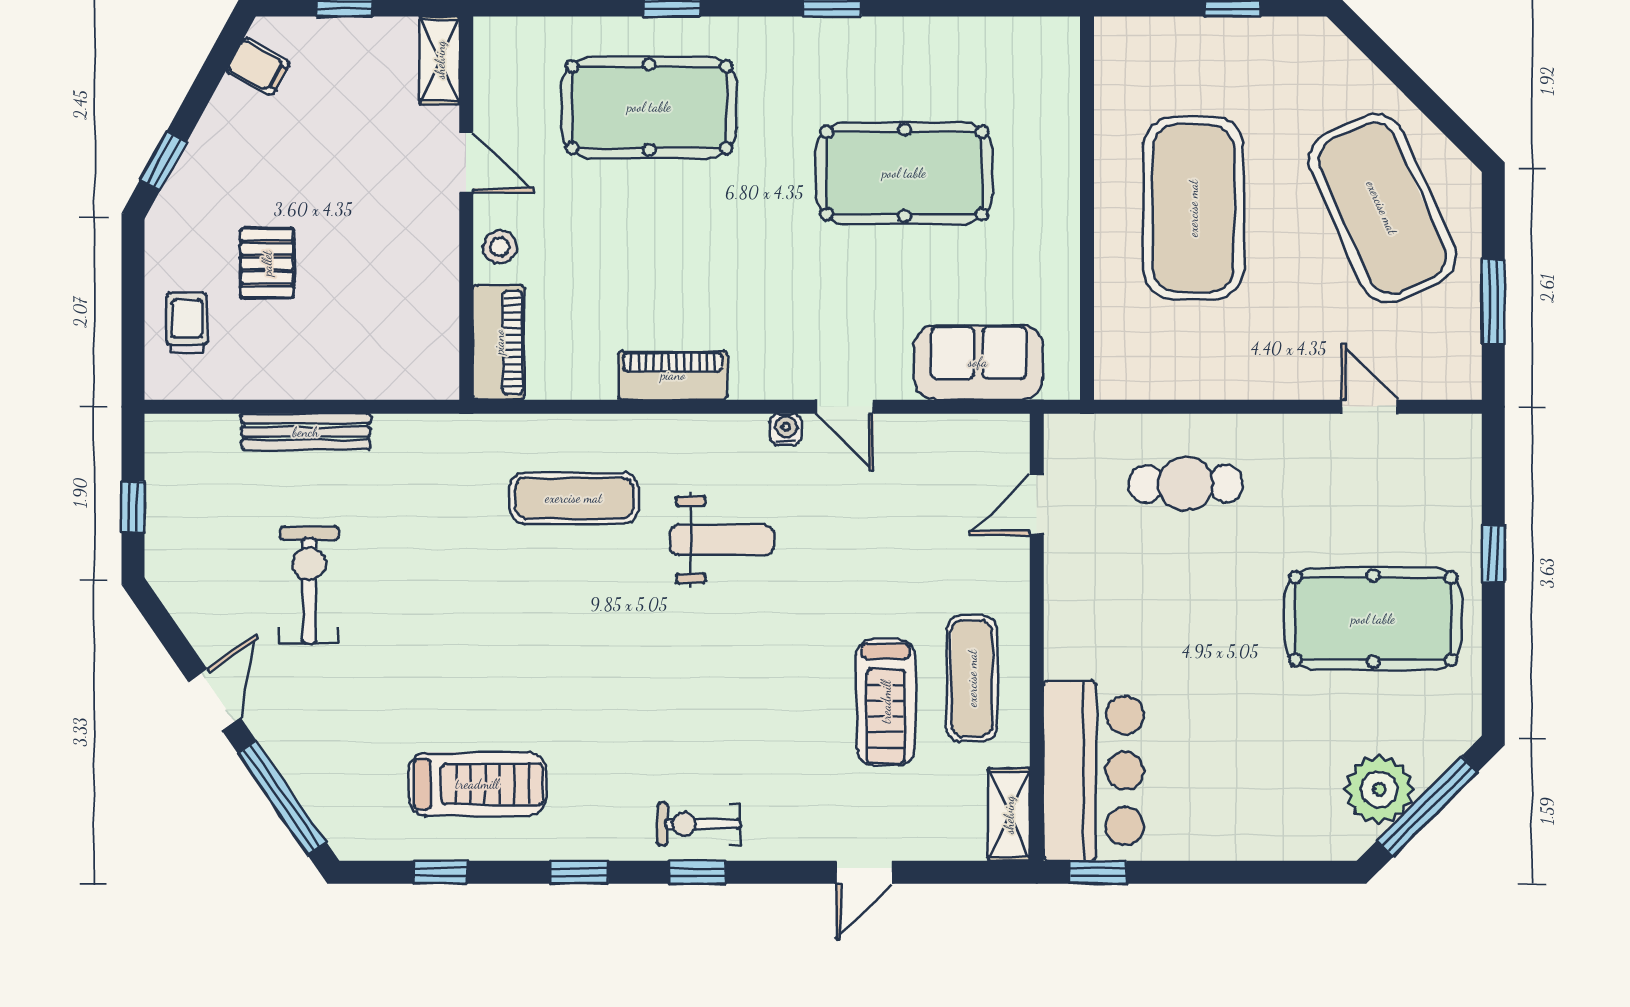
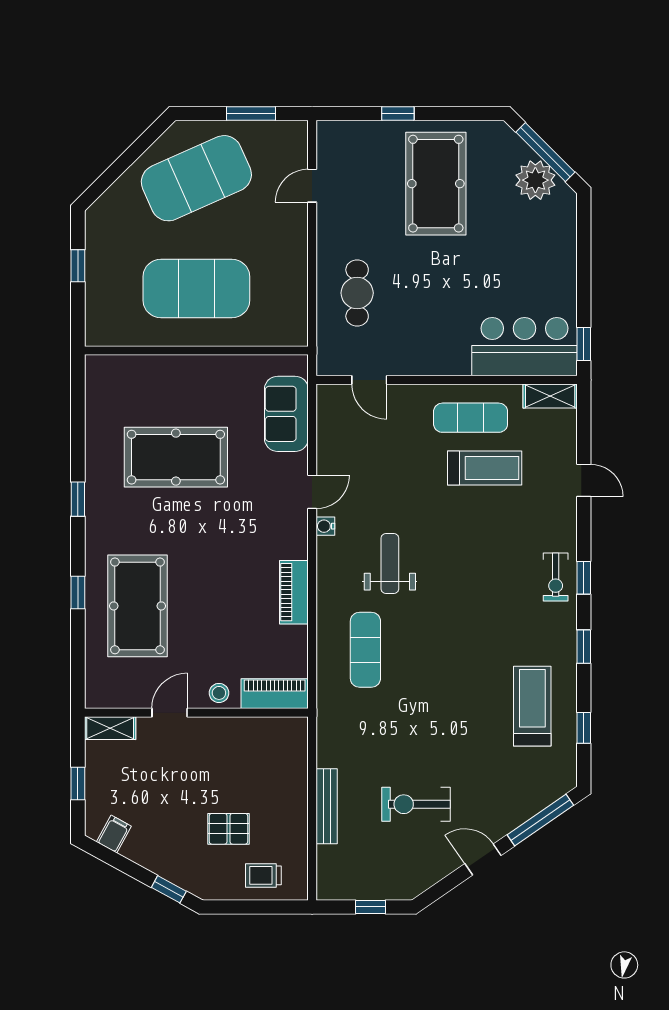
pool table: (904, 173) -> (176, 457), turned 90

